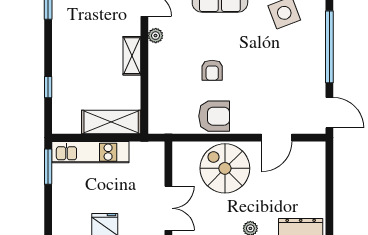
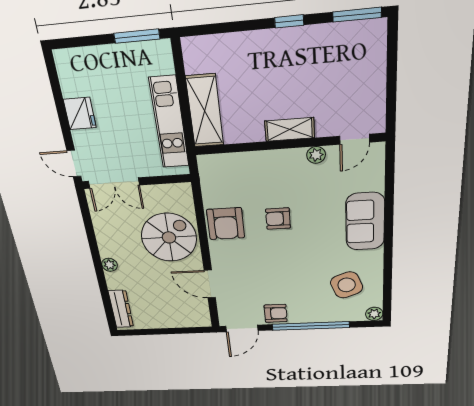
armchair: (313, 79) -> (276, 313), added
window: (48, 87) -> (289, 21), moved
kitchen unit: (90, 152) -> (169, 123), moved

